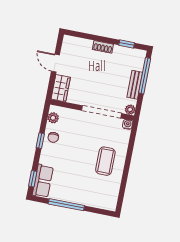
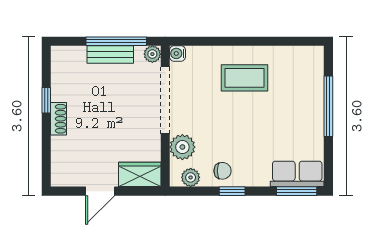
window: (127, 44) -> (46, 100), moved
window: (145, 76) -> (116, 41), moved
plant: (72, 117) -> (182, 147), added
window: (33, 179) -> (297, 191), width x1.50
window: (66, 205) -> (328, 106), moved

